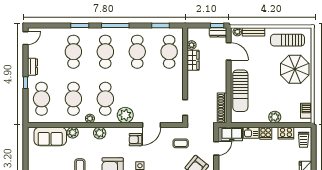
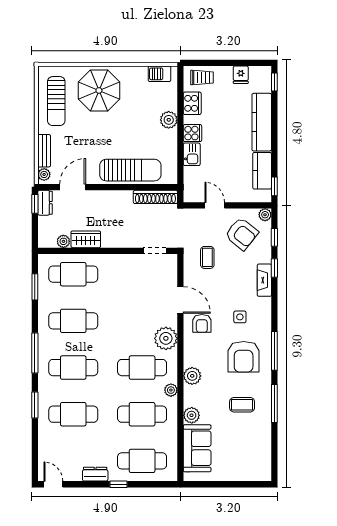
freezer: (232, 134) -> (194, 183), removed

